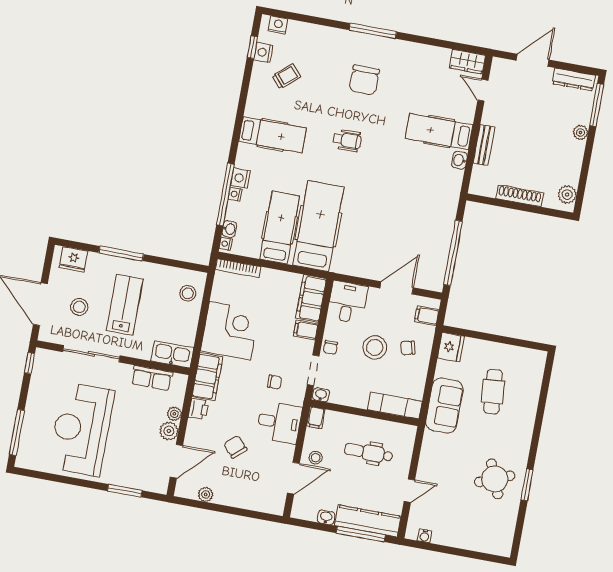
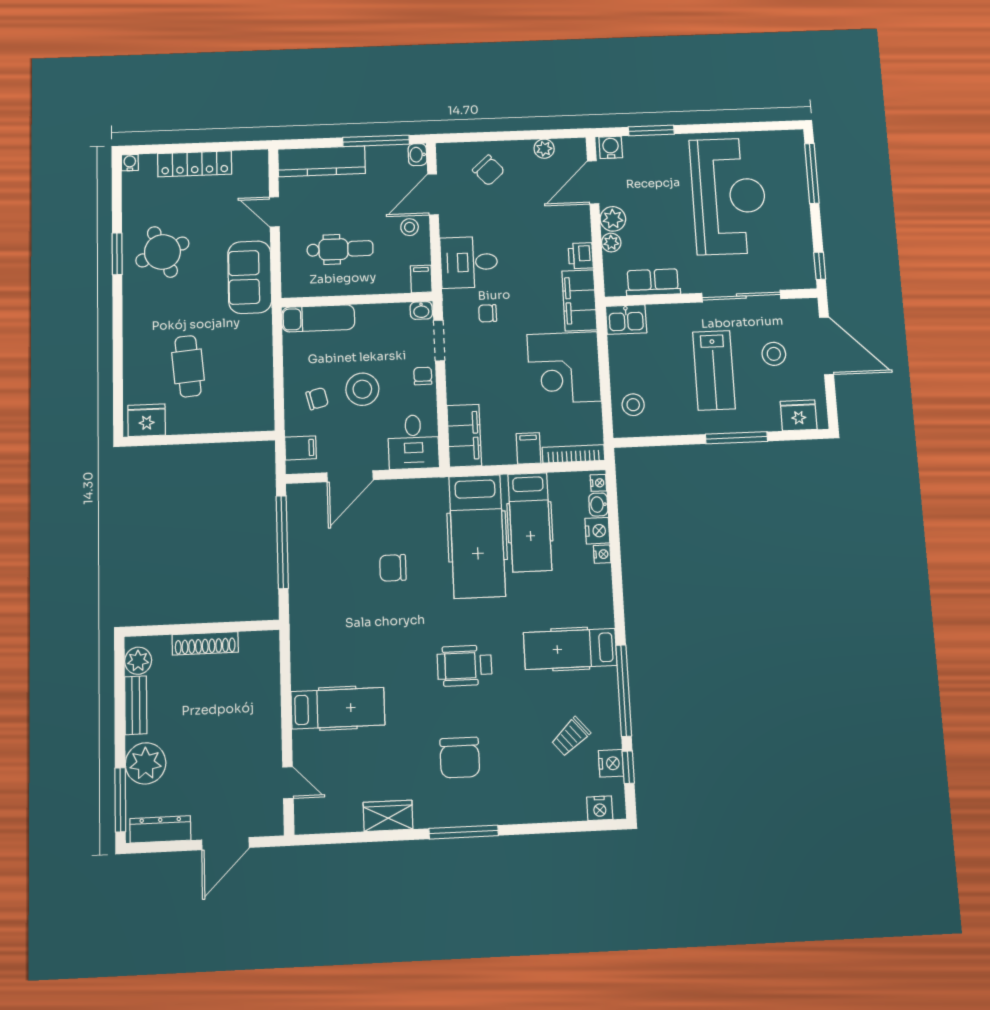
wardrobe: (468, 62) -> (388, 816), moved
chair: (364, 80) -> (460, 758), turned 180
plant: (581, 132) -> (146, 763), width x1.88, depth x1.88
wheelchair: (347, 140) -> (464, 666), width x1.36, depth x1.37
bench: (484, 145) -> (136, 705), moved
washbasin: (459, 160) -> (301, 674), removed
nightstand: (240, 178) -> (597, 531), moved
window: (225, 194) -> (624, 691), moved
chair: (381, 218) -> (393, 568), added
filing cabinet: (306, 330) -> (529, 448), moved, turned -90
fridge: (451, 347) -> (147, 420), moved, turned 90
kitchen sink: (172, 354) -> (626, 320), width x0.73
sofa: (444, 406) -> (250, 277), moved
chair: (235, 447) -> (488, 170), moved
water cooler: (157, 485) -> (611, 147), added
door: (409, 491) -> (274, 212), hinge flipped
washbasin: (326, 517) -> (417, 155), moved, turned 90
window: (361, 534) -> (376, 141), moved
water cooler: (424, 536) -> (130, 163), moved
locker: (459, 539) -> (195, 164), added

